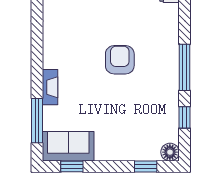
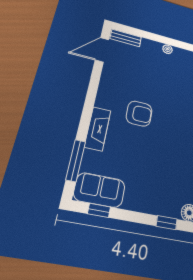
armchair: (120, 60) -> (139, 114), moved, turned 90
fireplace: (50, 87) -> (98, 129), width x1.37, depth x1.32

